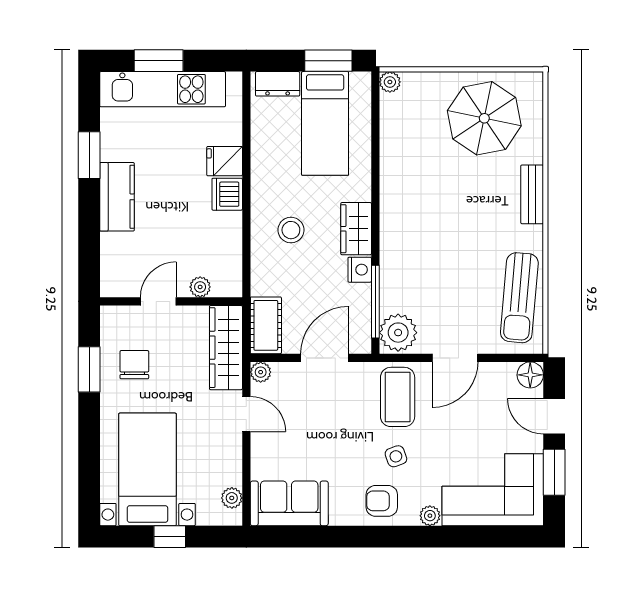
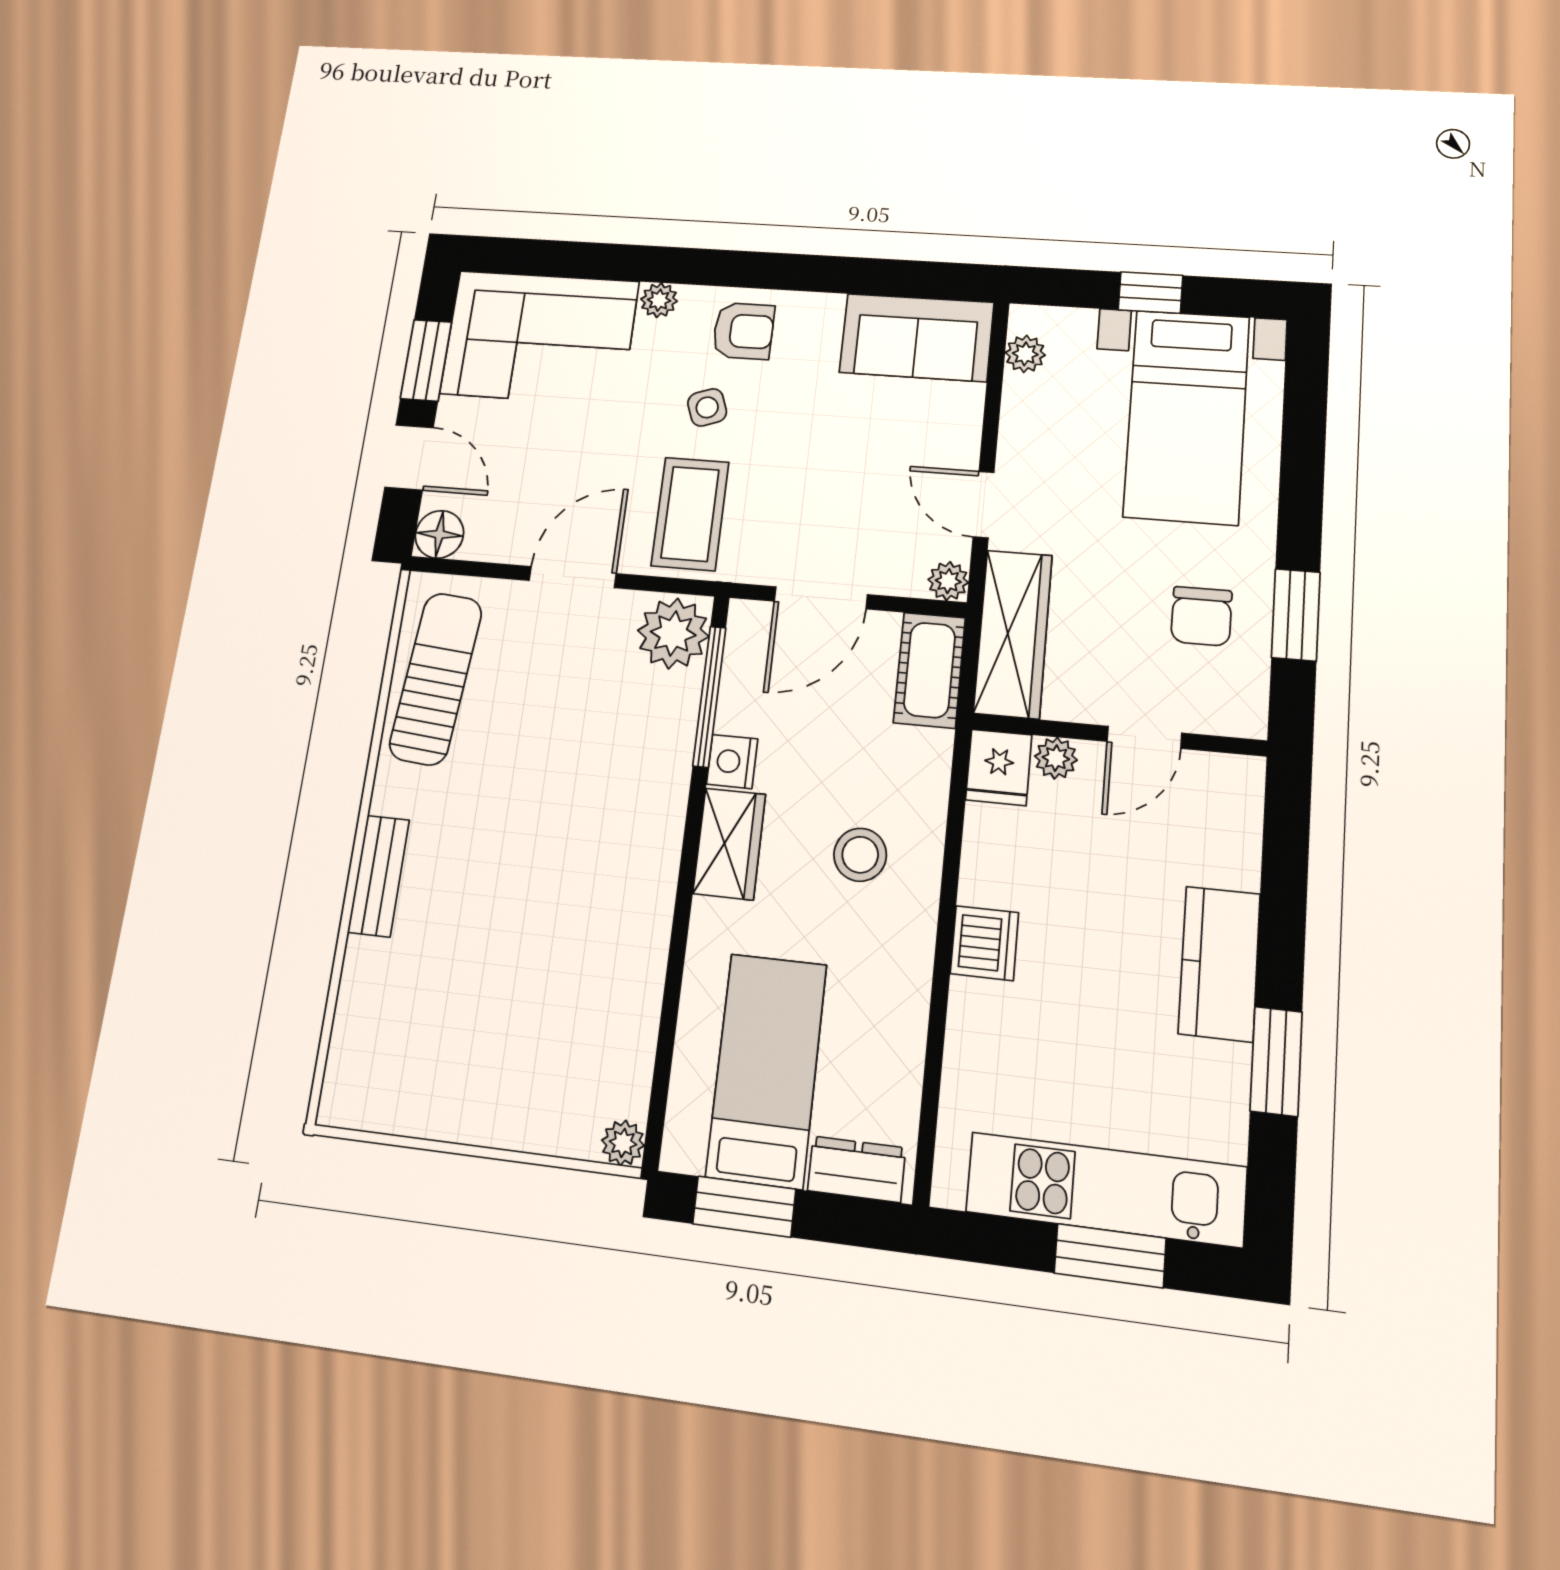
parasol: (484, 118) -> (445, 1042), removed
fridge: (225, 161) -> (999, 767), moved, turned 90

